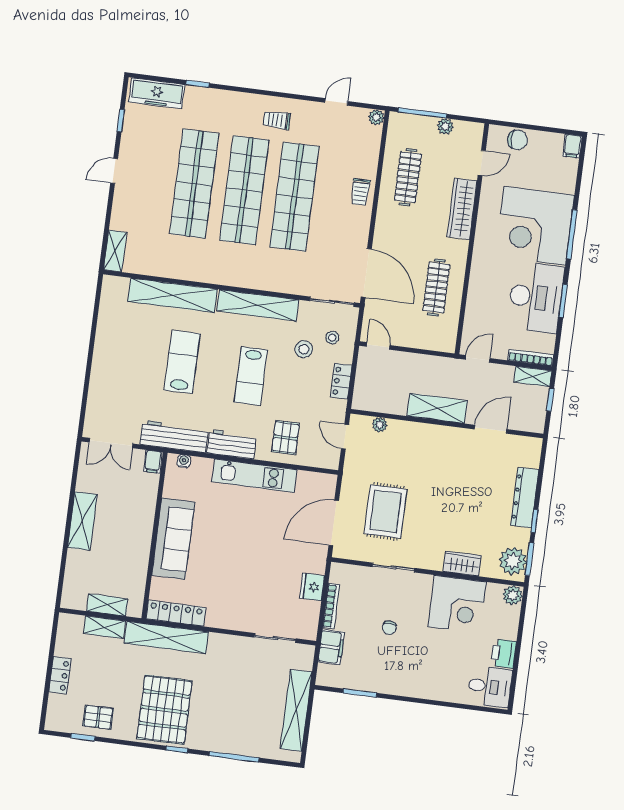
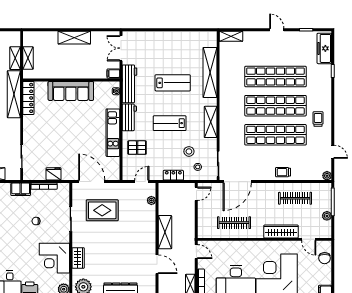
shelving: (258, 305) -> (211, 122), width x0.68

